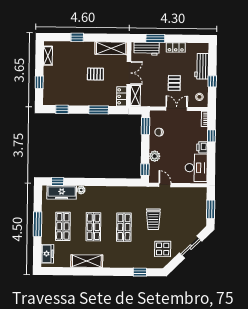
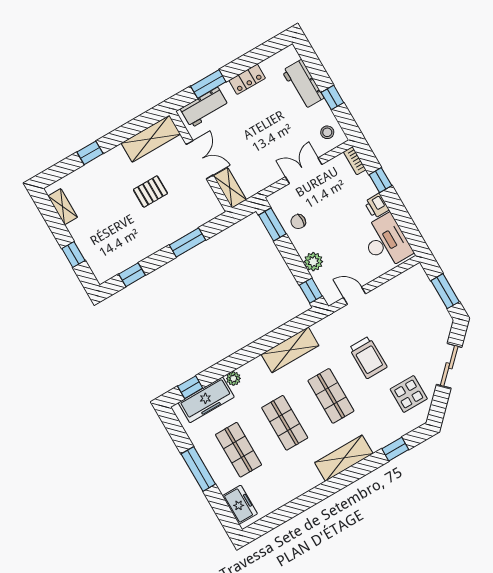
pallet: (174, 83) -> (277, 134), removed
locker: (122, 96) -> (210, 201), removed
shelving: (117, 193) -> (290, 350), added
shelving: (87, 261) -> (344, 458), moved

